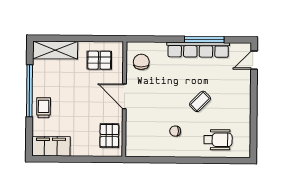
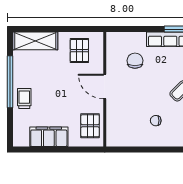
pallet: (99, 60) -> (79, 51), turned 90
chair: (141, 62) -> (135, 61), moved
filing cabinet: (51, 146) -> (49, 137), moved

